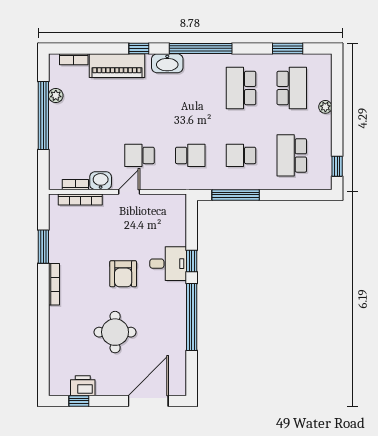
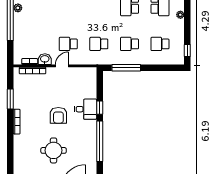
school desk: (190, 155) -> (99, 44), turned 180
school desk: (292, 155) -> (160, 44), width x0.54

